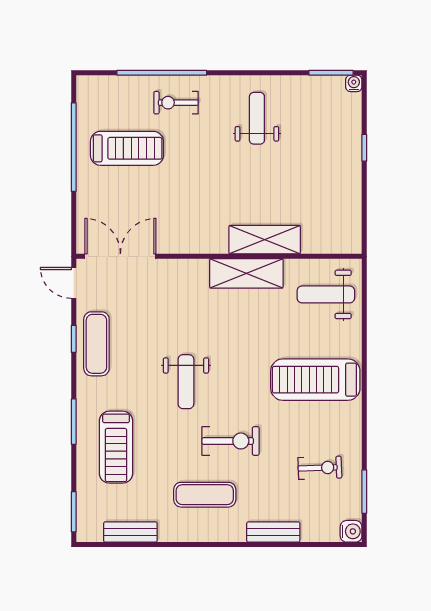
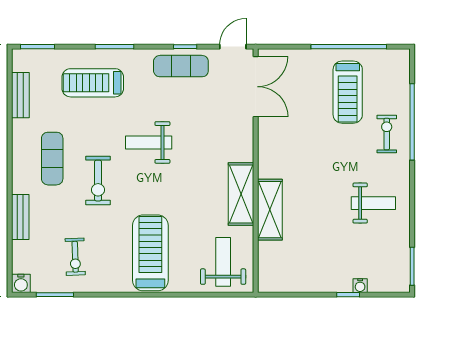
water cooler: (354, 83) -> (360, 286), moved, turned 90

